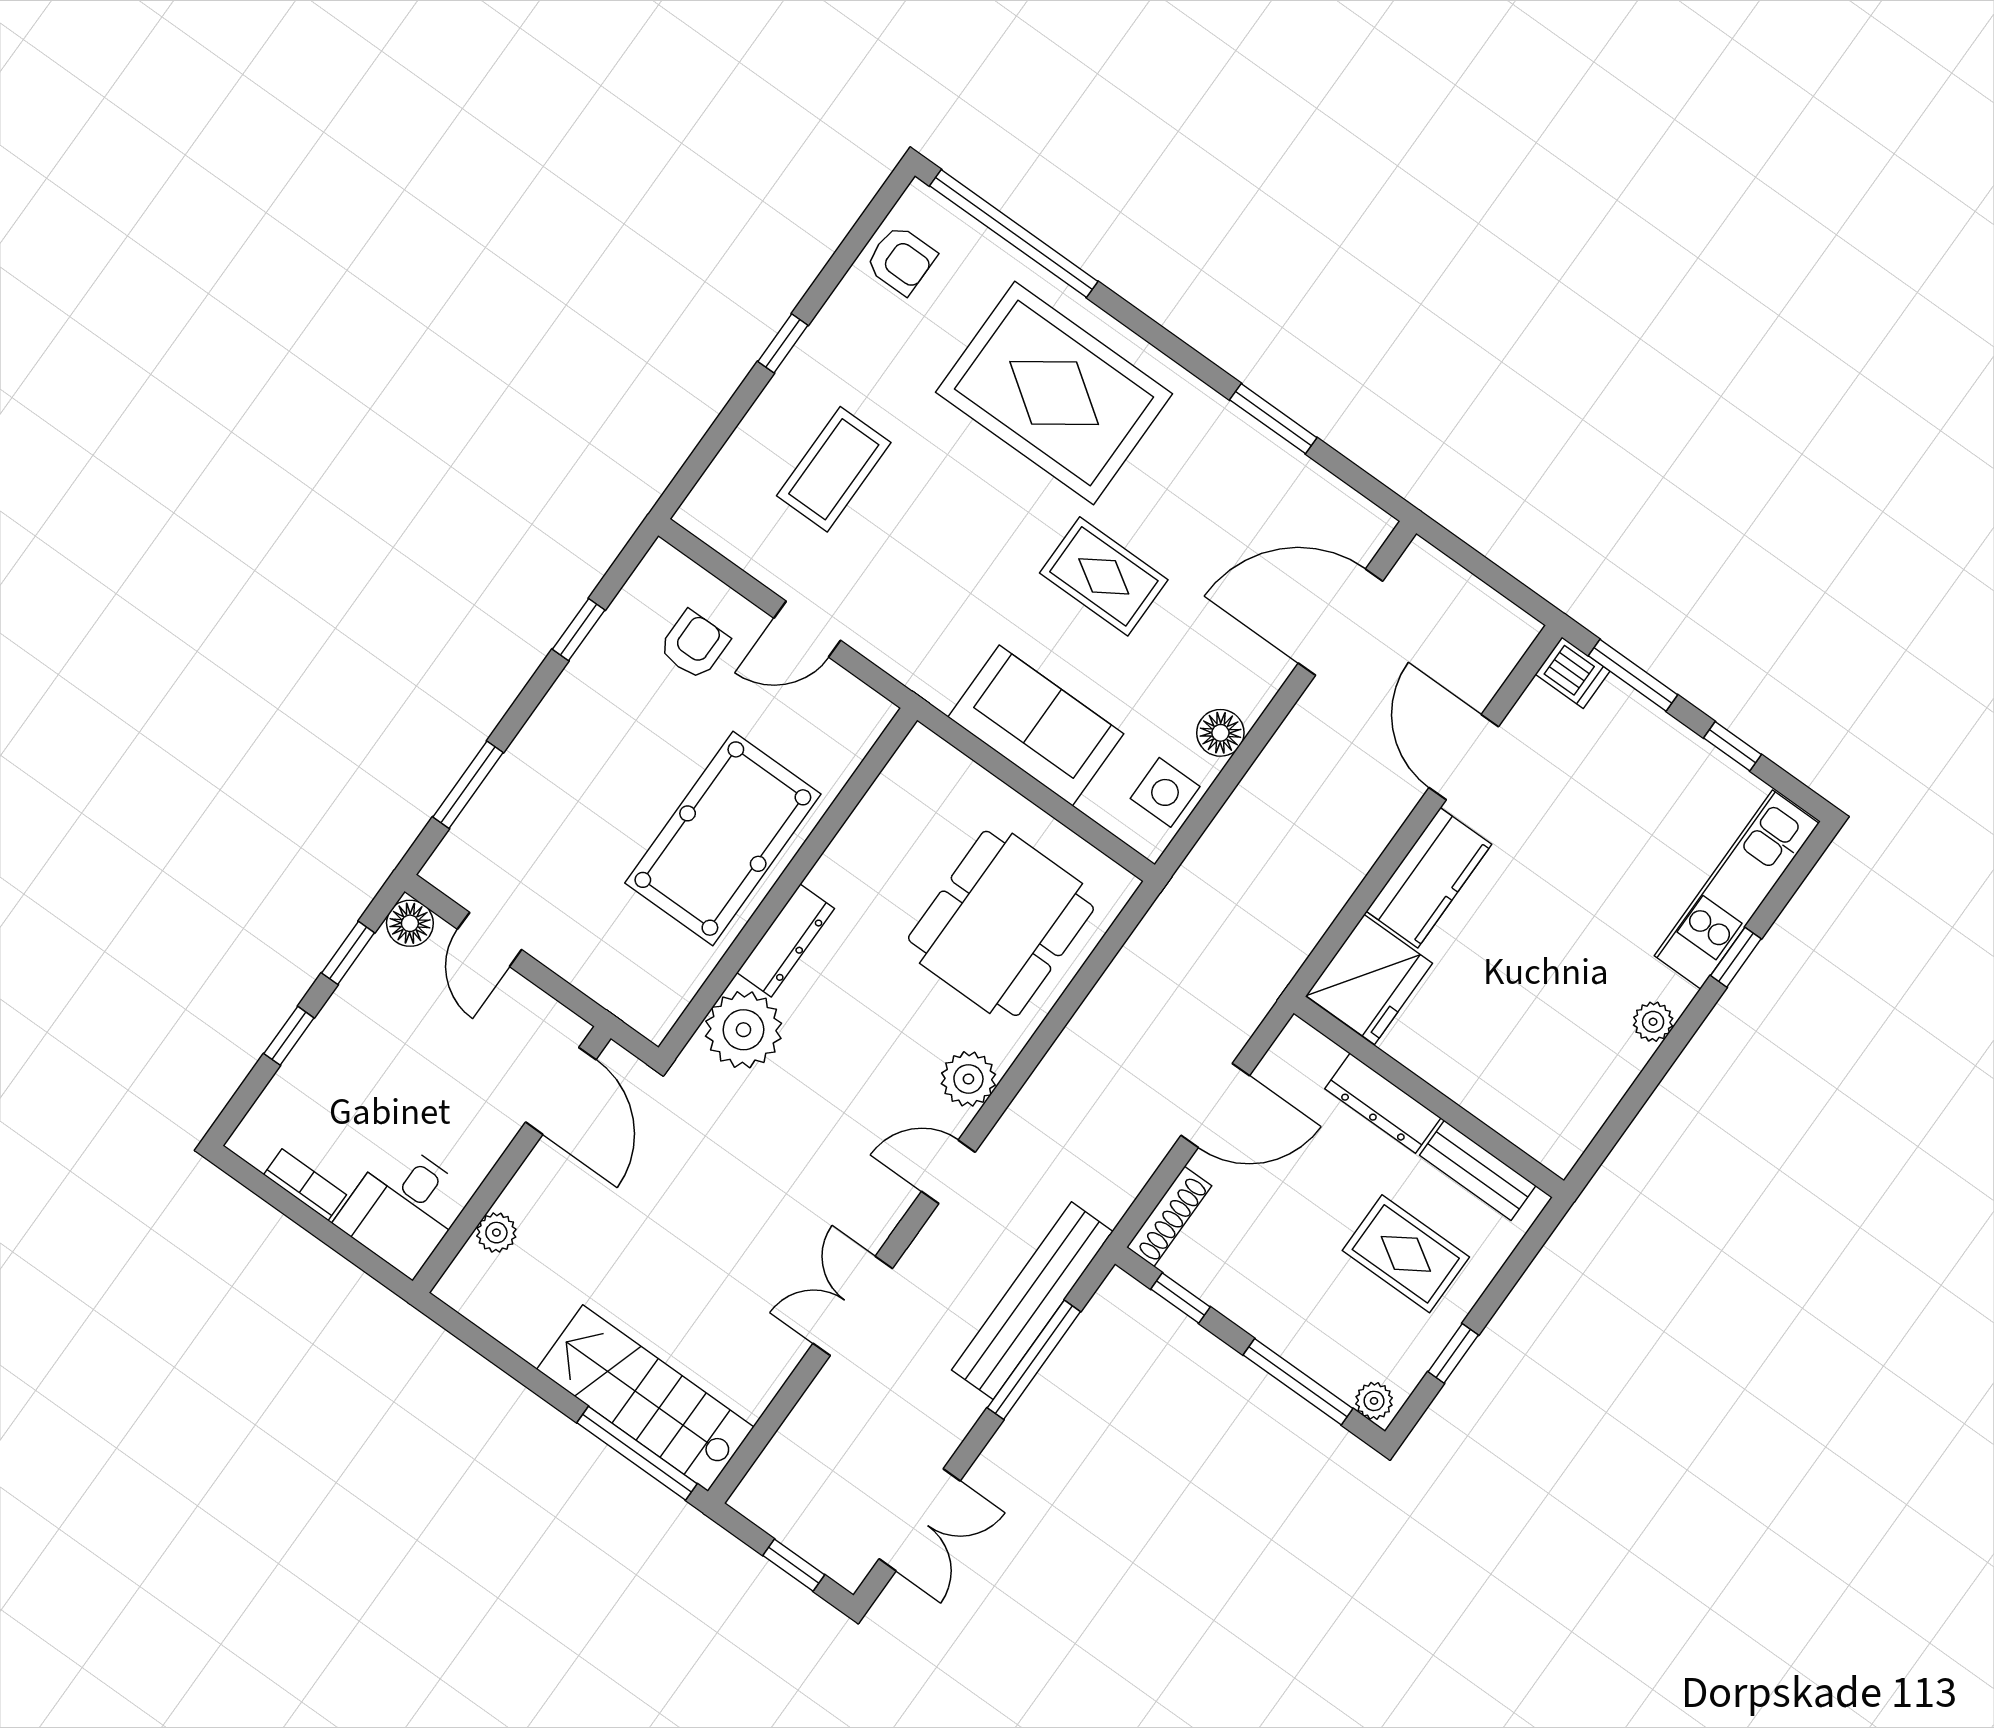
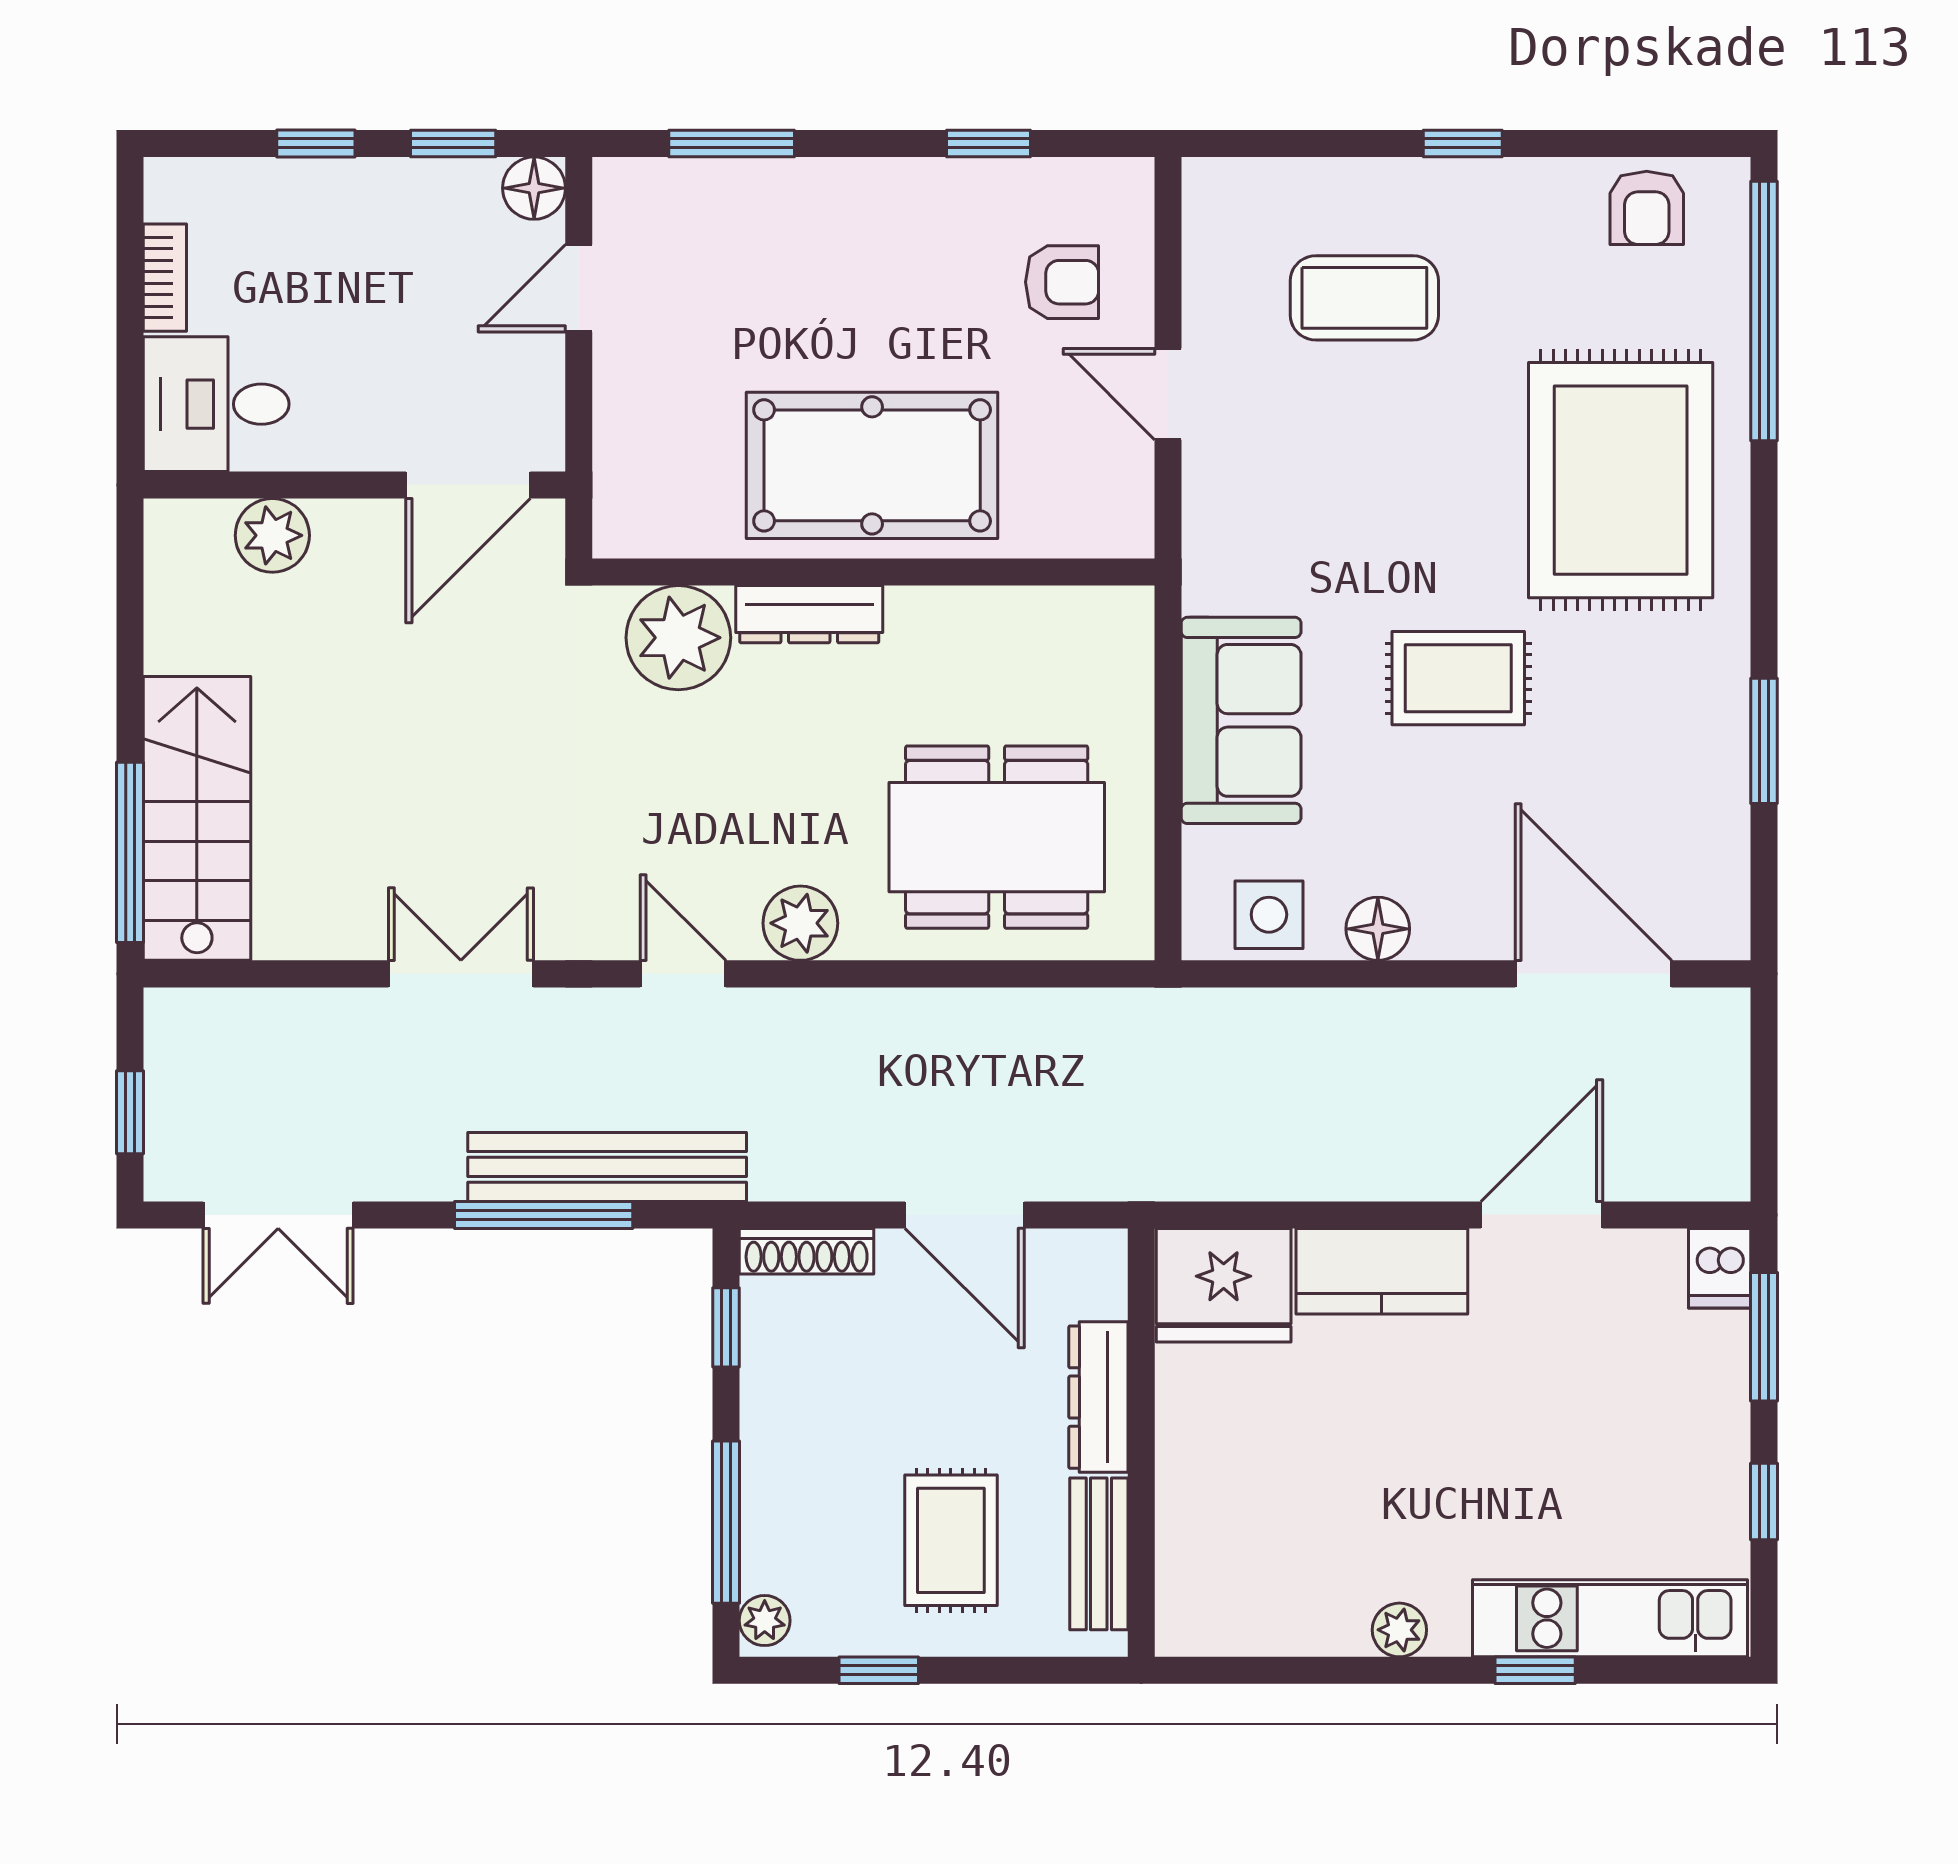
rug: (1104, 576) -> (1458, 678), turned 90
plant: (496, 1233) -> (272, 535), width x1.38, depth x1.38

